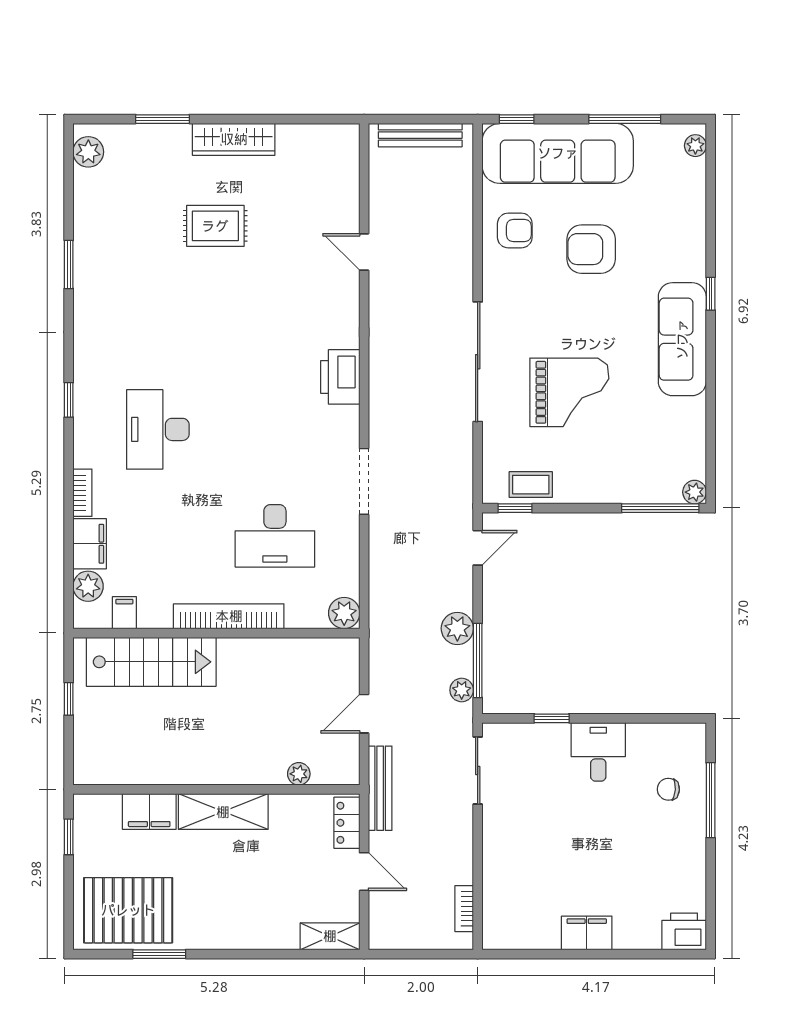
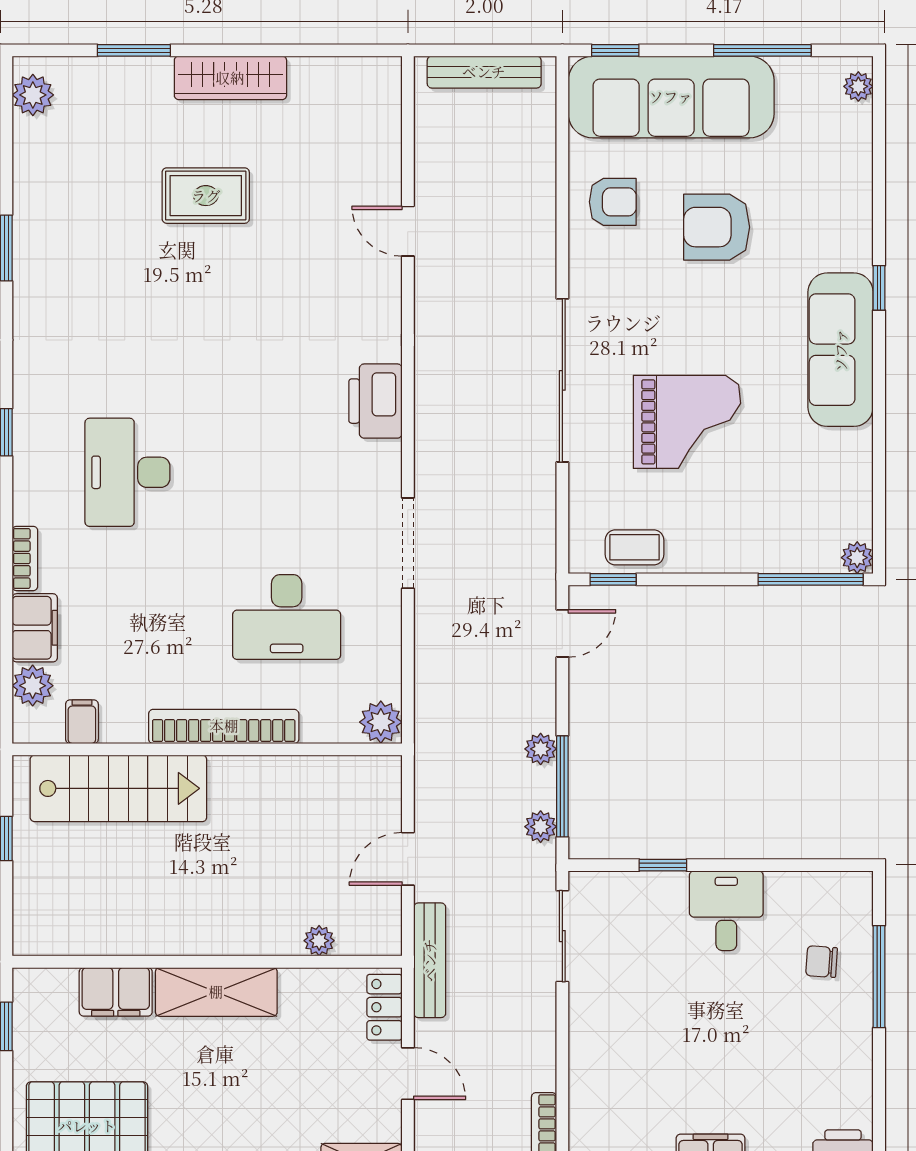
plant: (457, 628) -> (541, 749), width x0.73, depth x0.73

